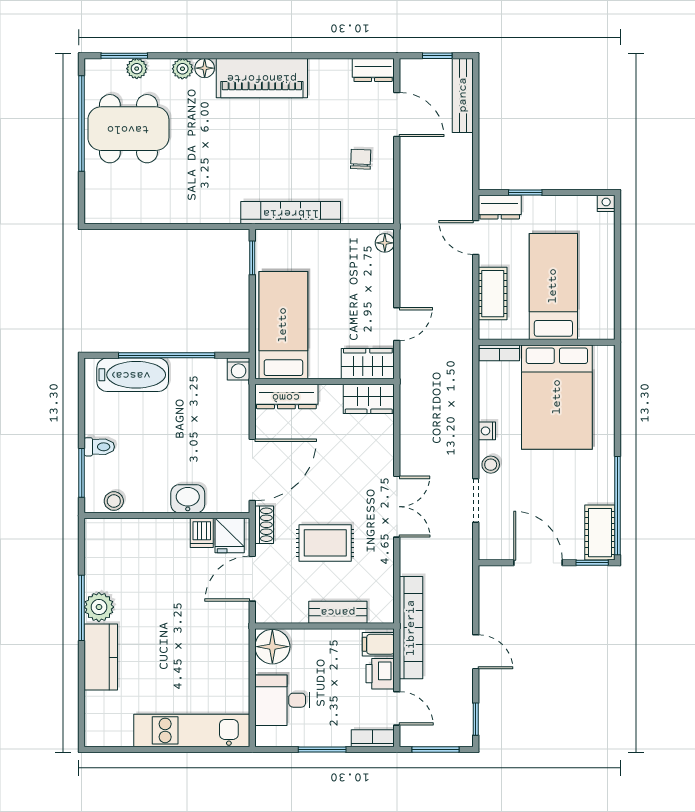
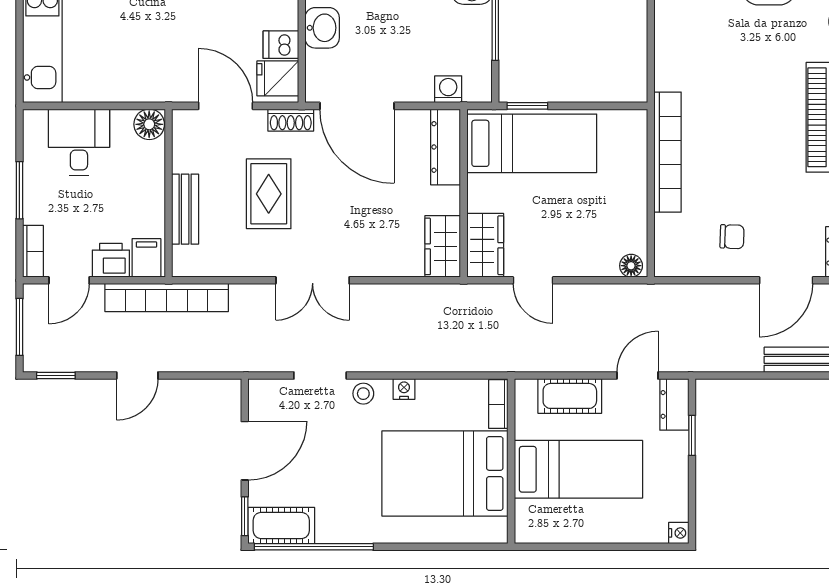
window: (252, 258) -> (527, 106), moved
washing machine: (239, 369) -> (448, 89), moved, turned 90
floor lamp: (272, 647) -> (149, 124), width x0.73, depth x0.73

